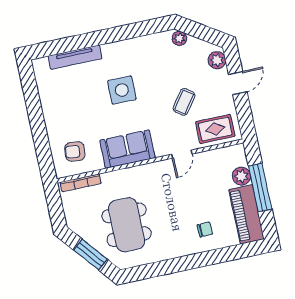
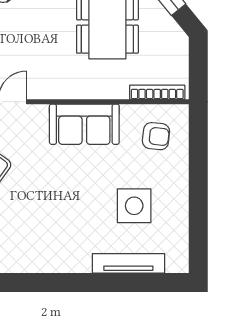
side table: (122, 90) -> (134, 206), moved

